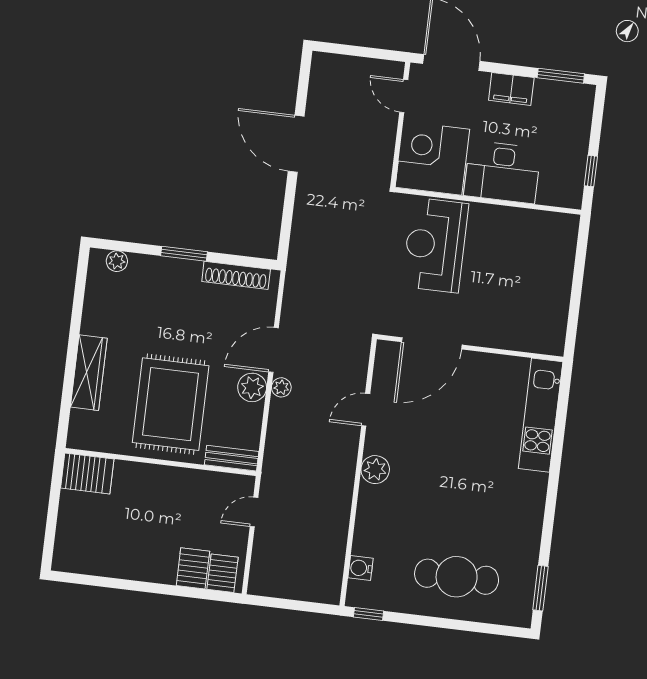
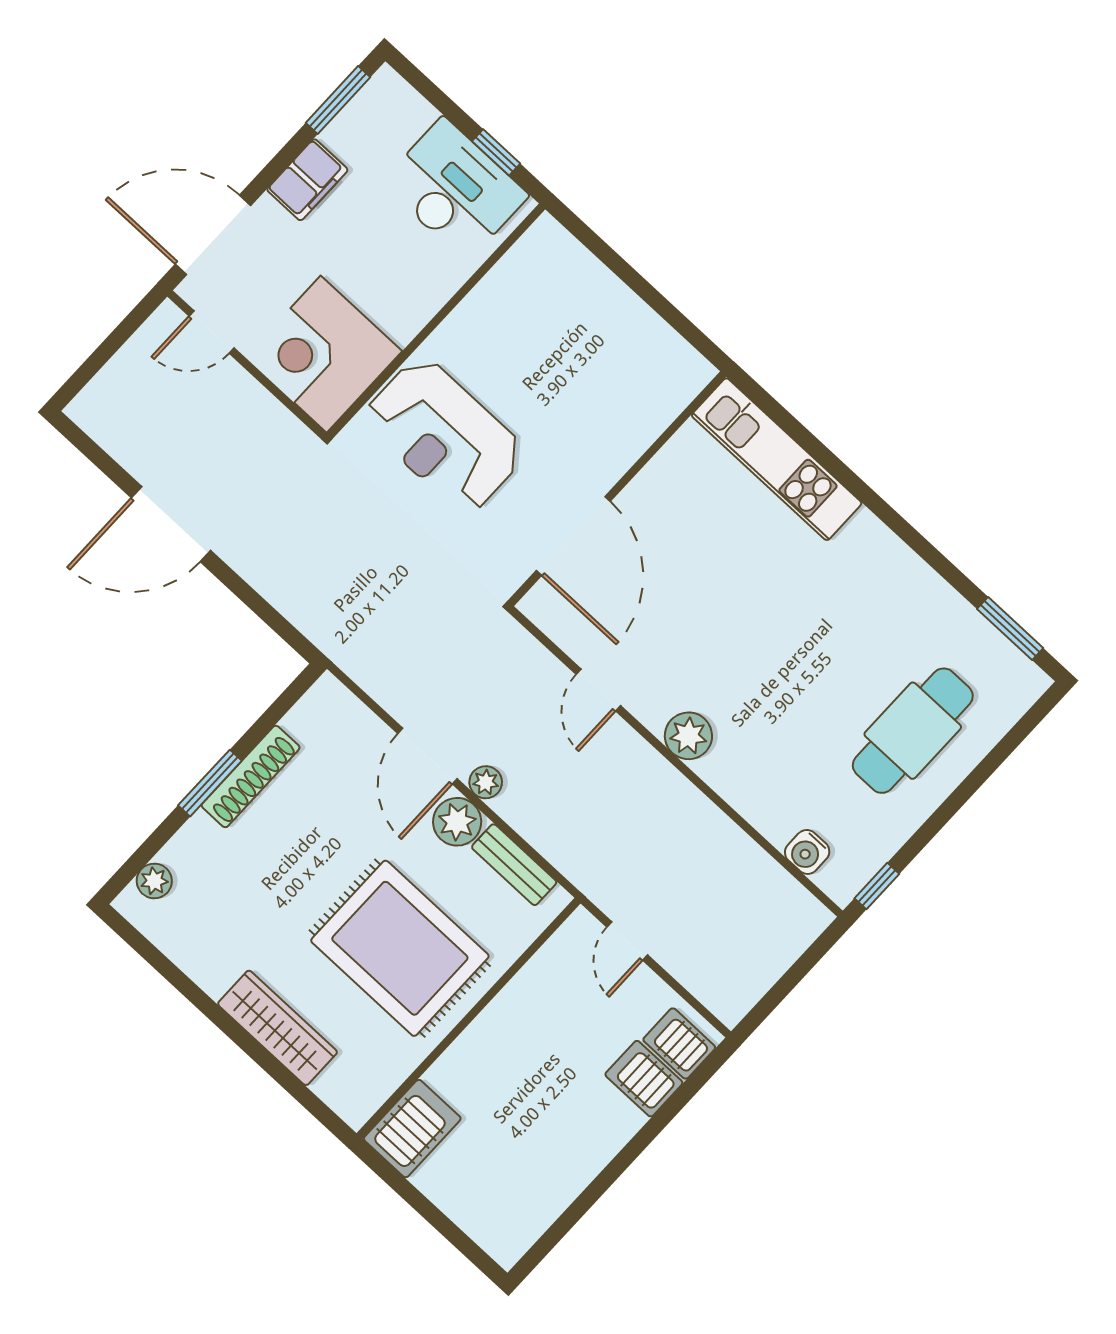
desk: (502, 172) -> (455, 189), moved, turned -90
shoe rack: (236, 275) -> (251, 776), moved
bench: (232, 458) -> (514, 865), moved, turned 90

